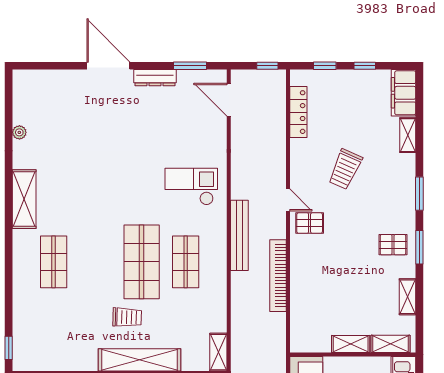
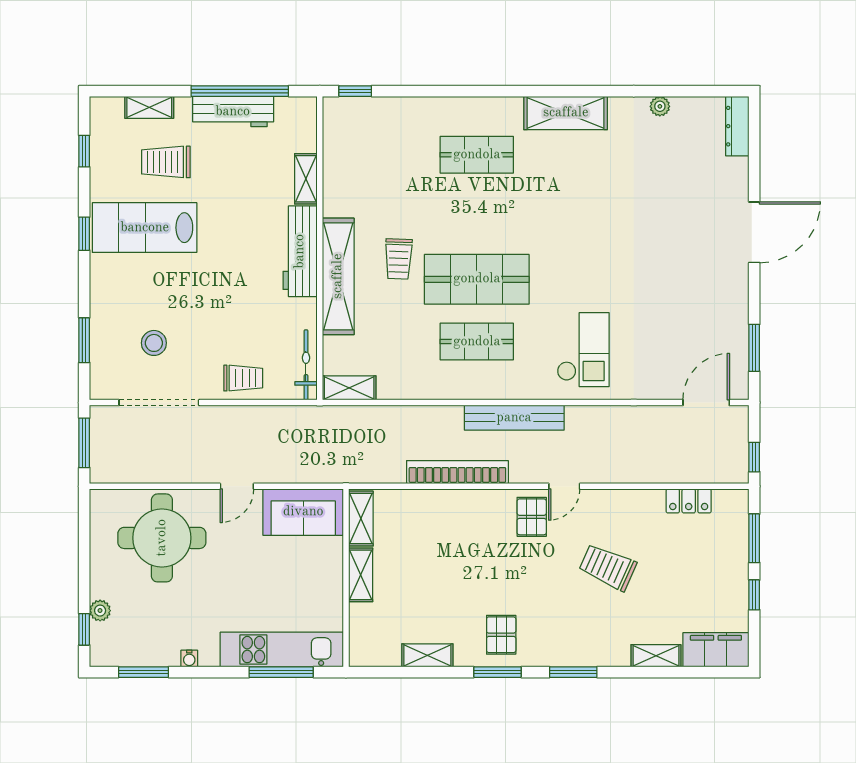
window: (325, 66) -> (754, 538), width x1.50
dresser: (155, 78) -> (737, 126), moved
locker: (298, 112) -> (689, 501), width x0.66
shelving: (390, 344) -> (361, 519), moved

